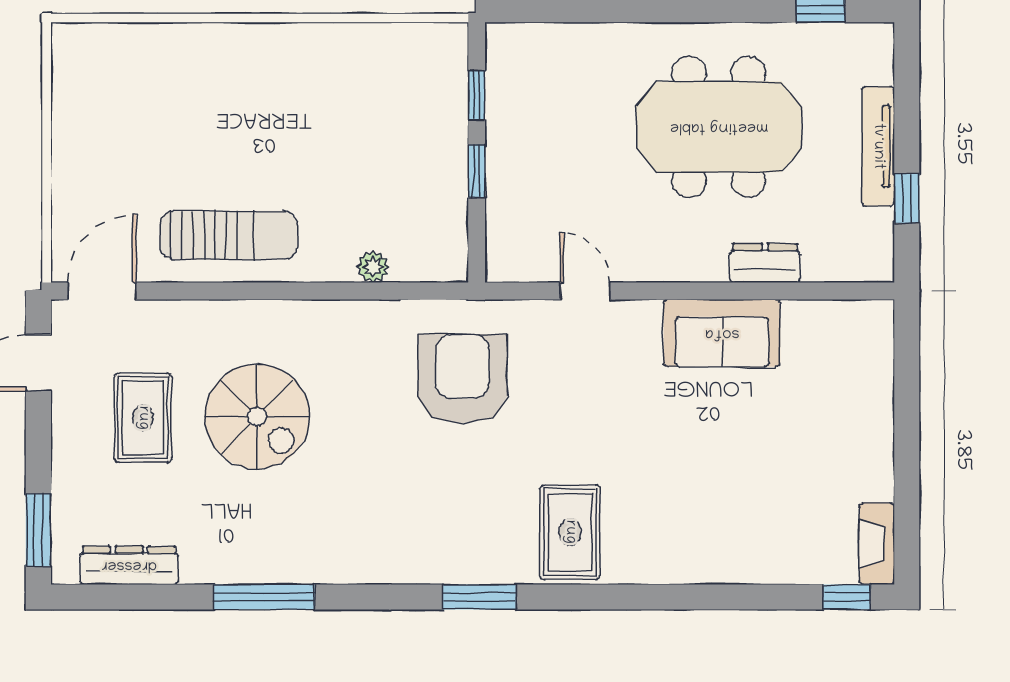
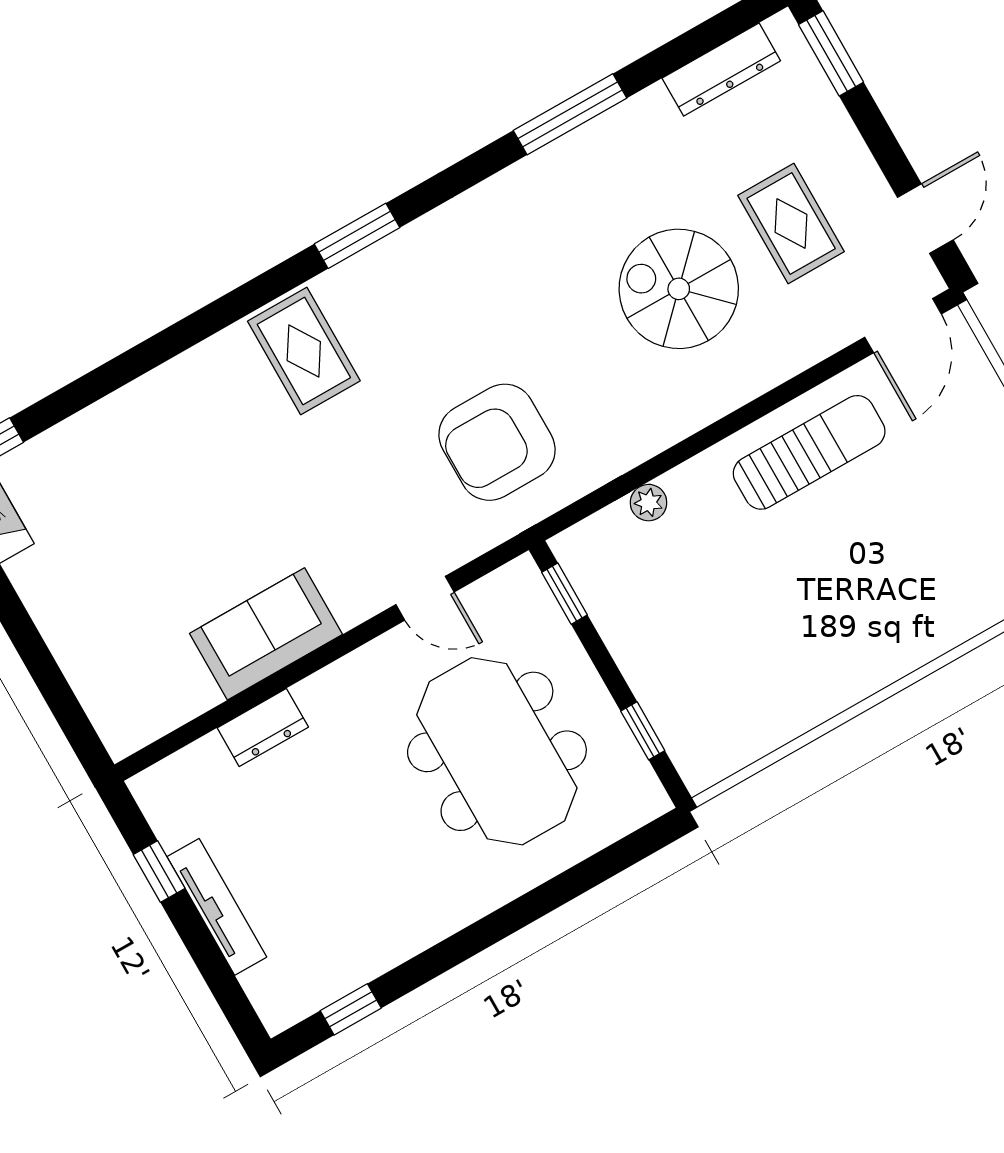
meeting table: (719, 127) -> (497, 751), moved, turned 90
window: (477, 171) -> (565, 594), moved
sun lounger: (229, 235) -> (809, 452), turned 180
armchair: (462, 379) -> (497, 442), turned 90

